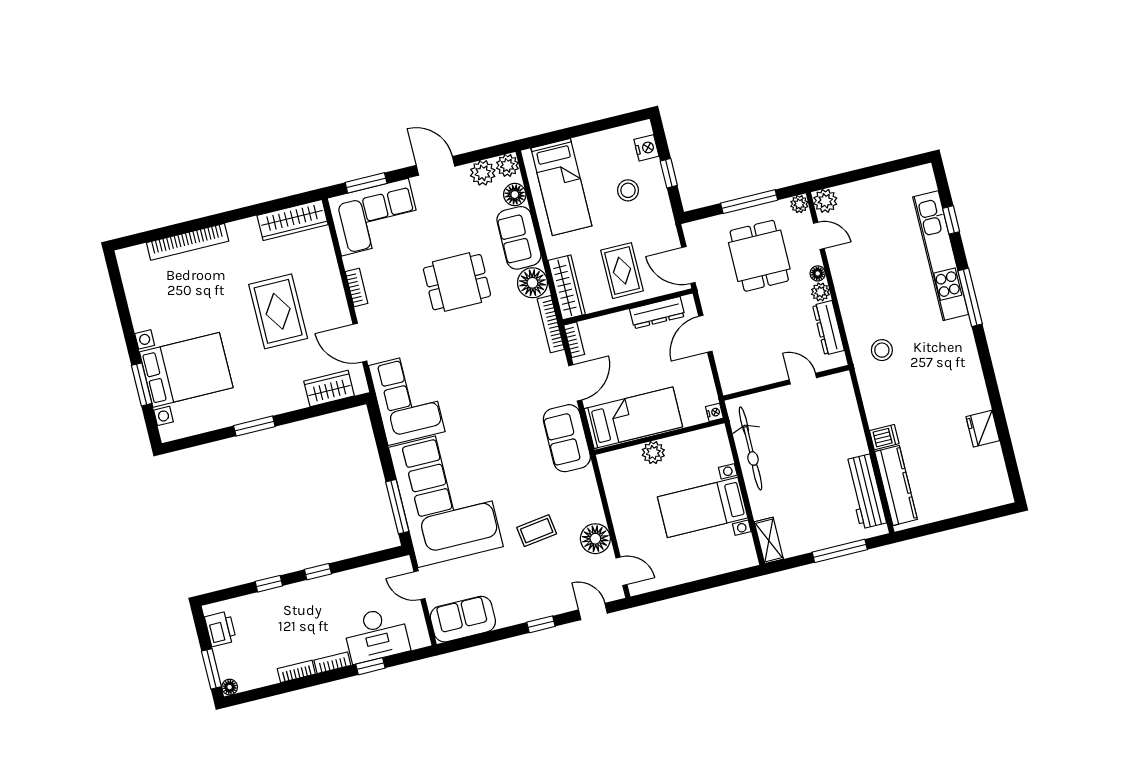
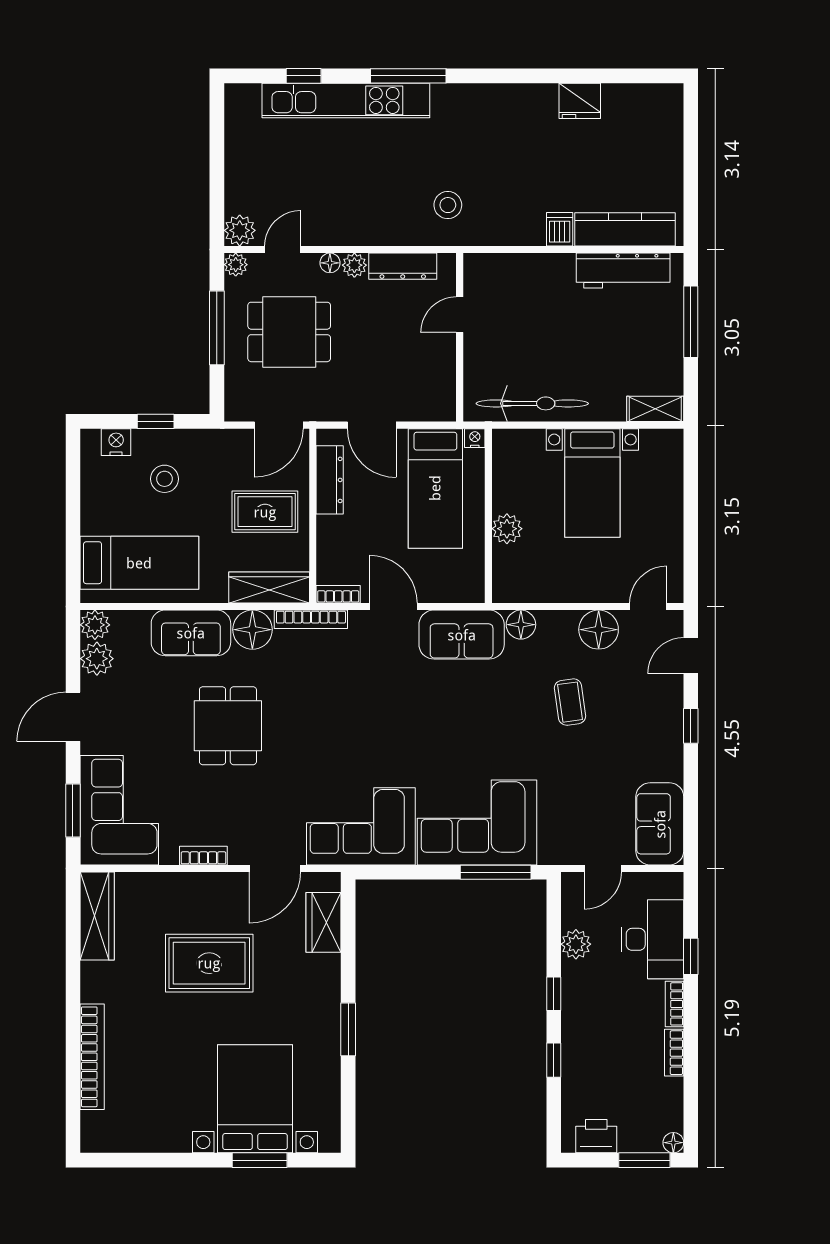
floor lamp: (515, 195) -> (521, 625), moved
bed: (633, 418) -> (435, 488), moved, turned 180
corner sofa: (446, 497) -> (477, 822), width x0.73, depth x0.74
plant: (359, 579) -> (576, 944), added

